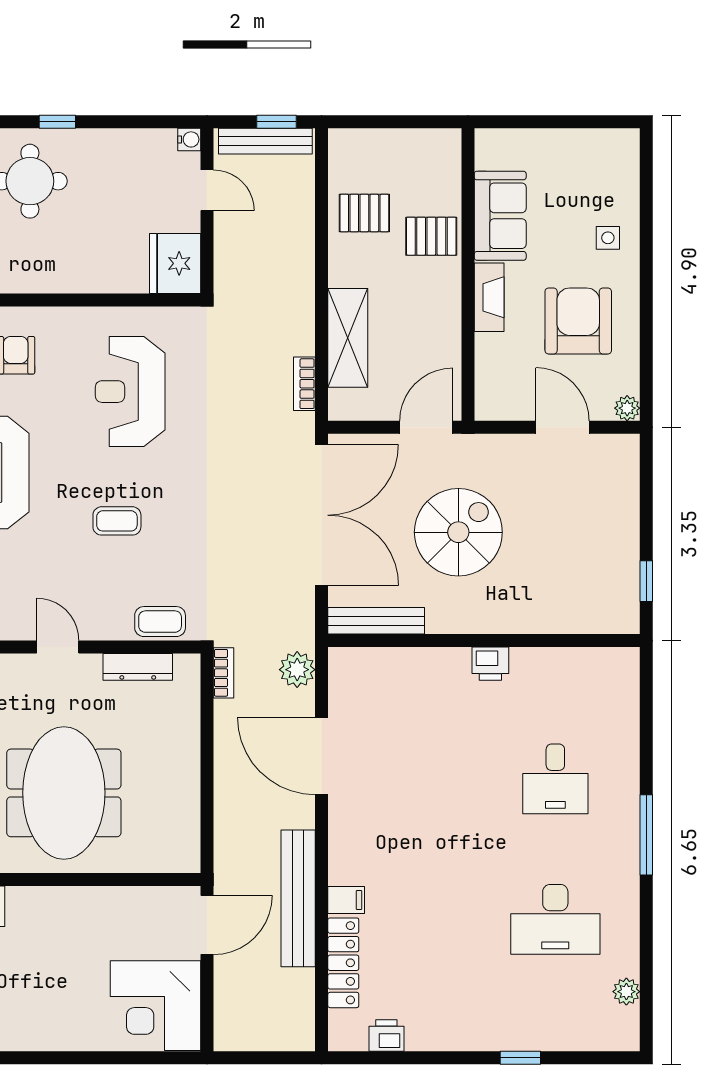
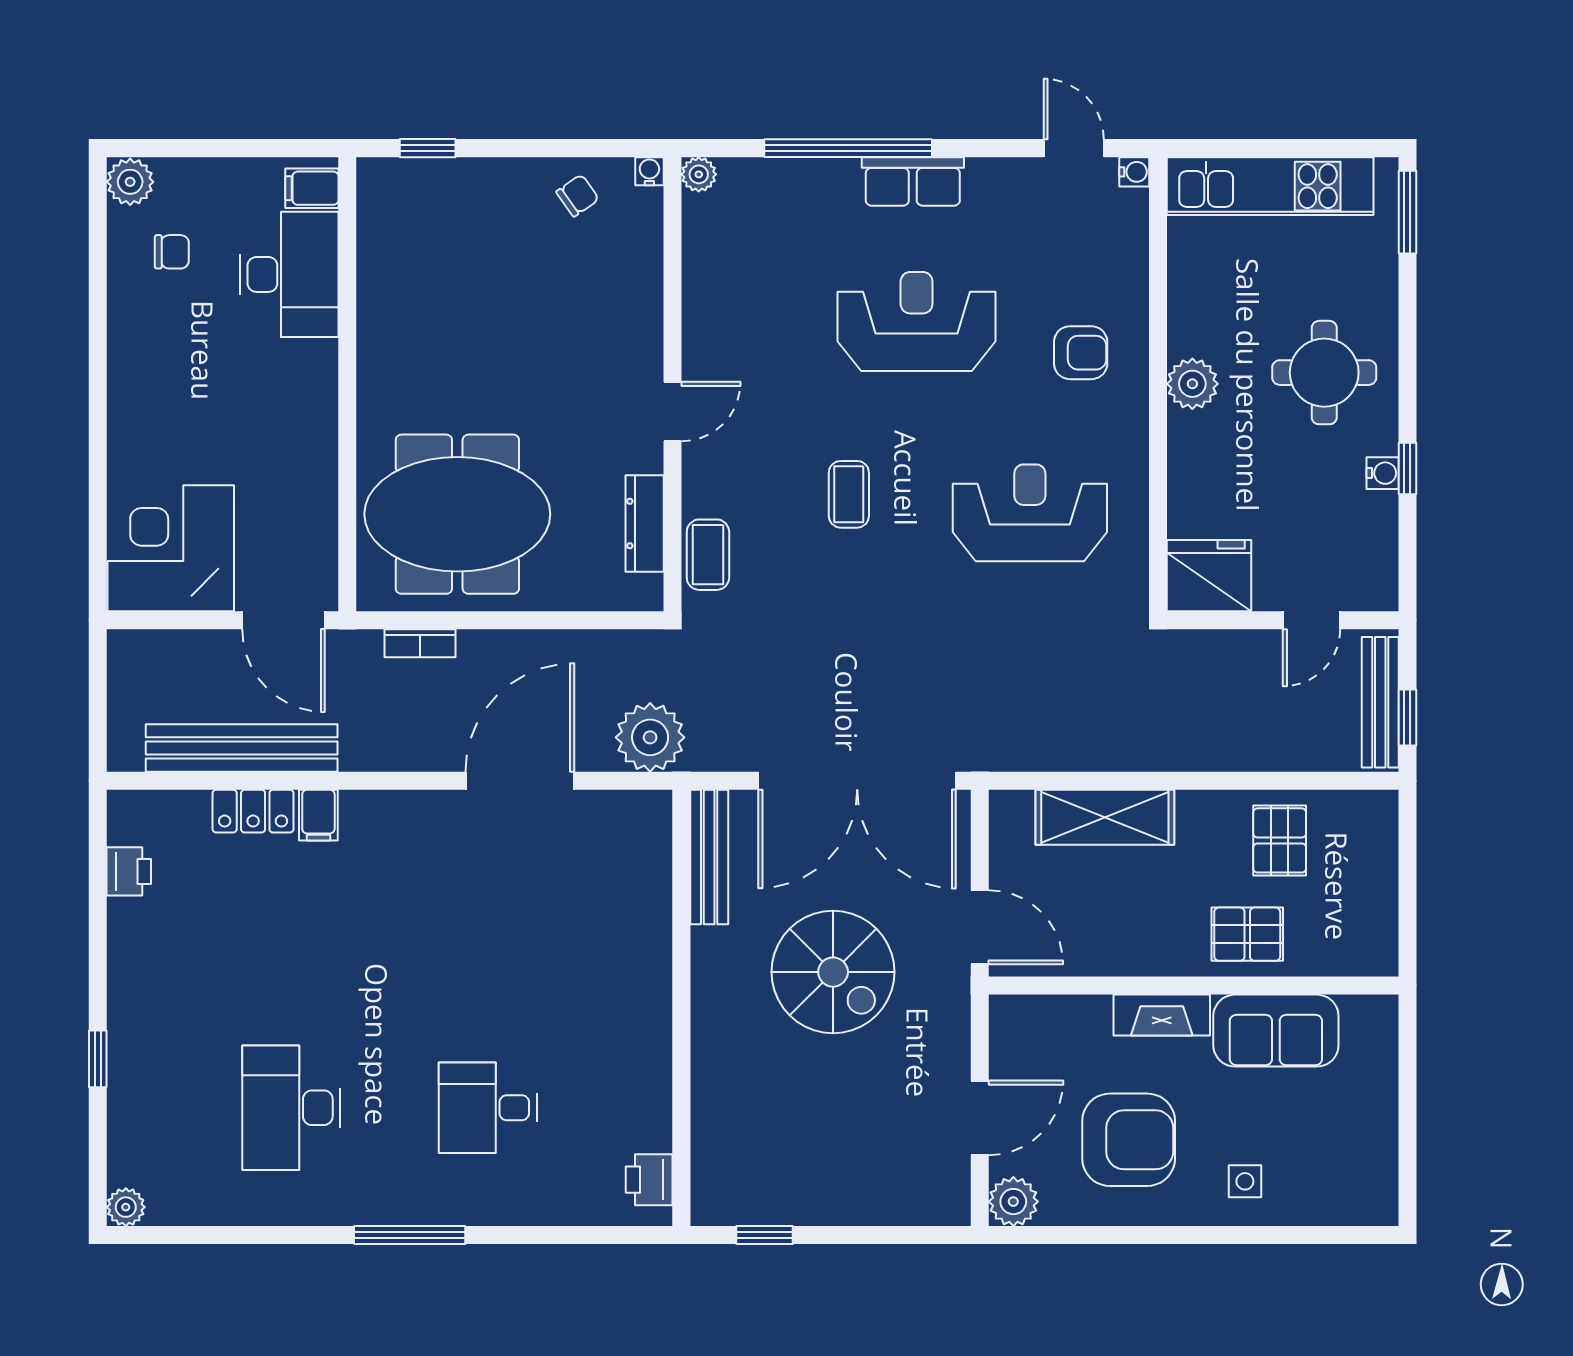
window: (57, 122) -> (1407, 468), moved
water cooler: (189, 139) -> (1383, 473), moved, turned -90
pallet: (431, 236) -> (1247, 934), turned 90
plant: (38, 275) -> (1192, 384), added
bookcase: (304, 384) -> (1041, 757), removed
plant: (627, 408) -> (1013, 1202), width x1.38, depth x1.38
printer: (490, 664) -> (649, 1180), moved
plant: (297, 670) -> (650, 737), width x1.36, depth x1.36
bookcase: (223, 673) -> (420, 643), moved
meeting table: (64, 793) -> (457, 514), moved
bench: (298, 898) -> (242, 748), moved
locker: (343, 963) -> (253, 811), width x0.66
plant: (626, 992) -> (126, 1207), moved

